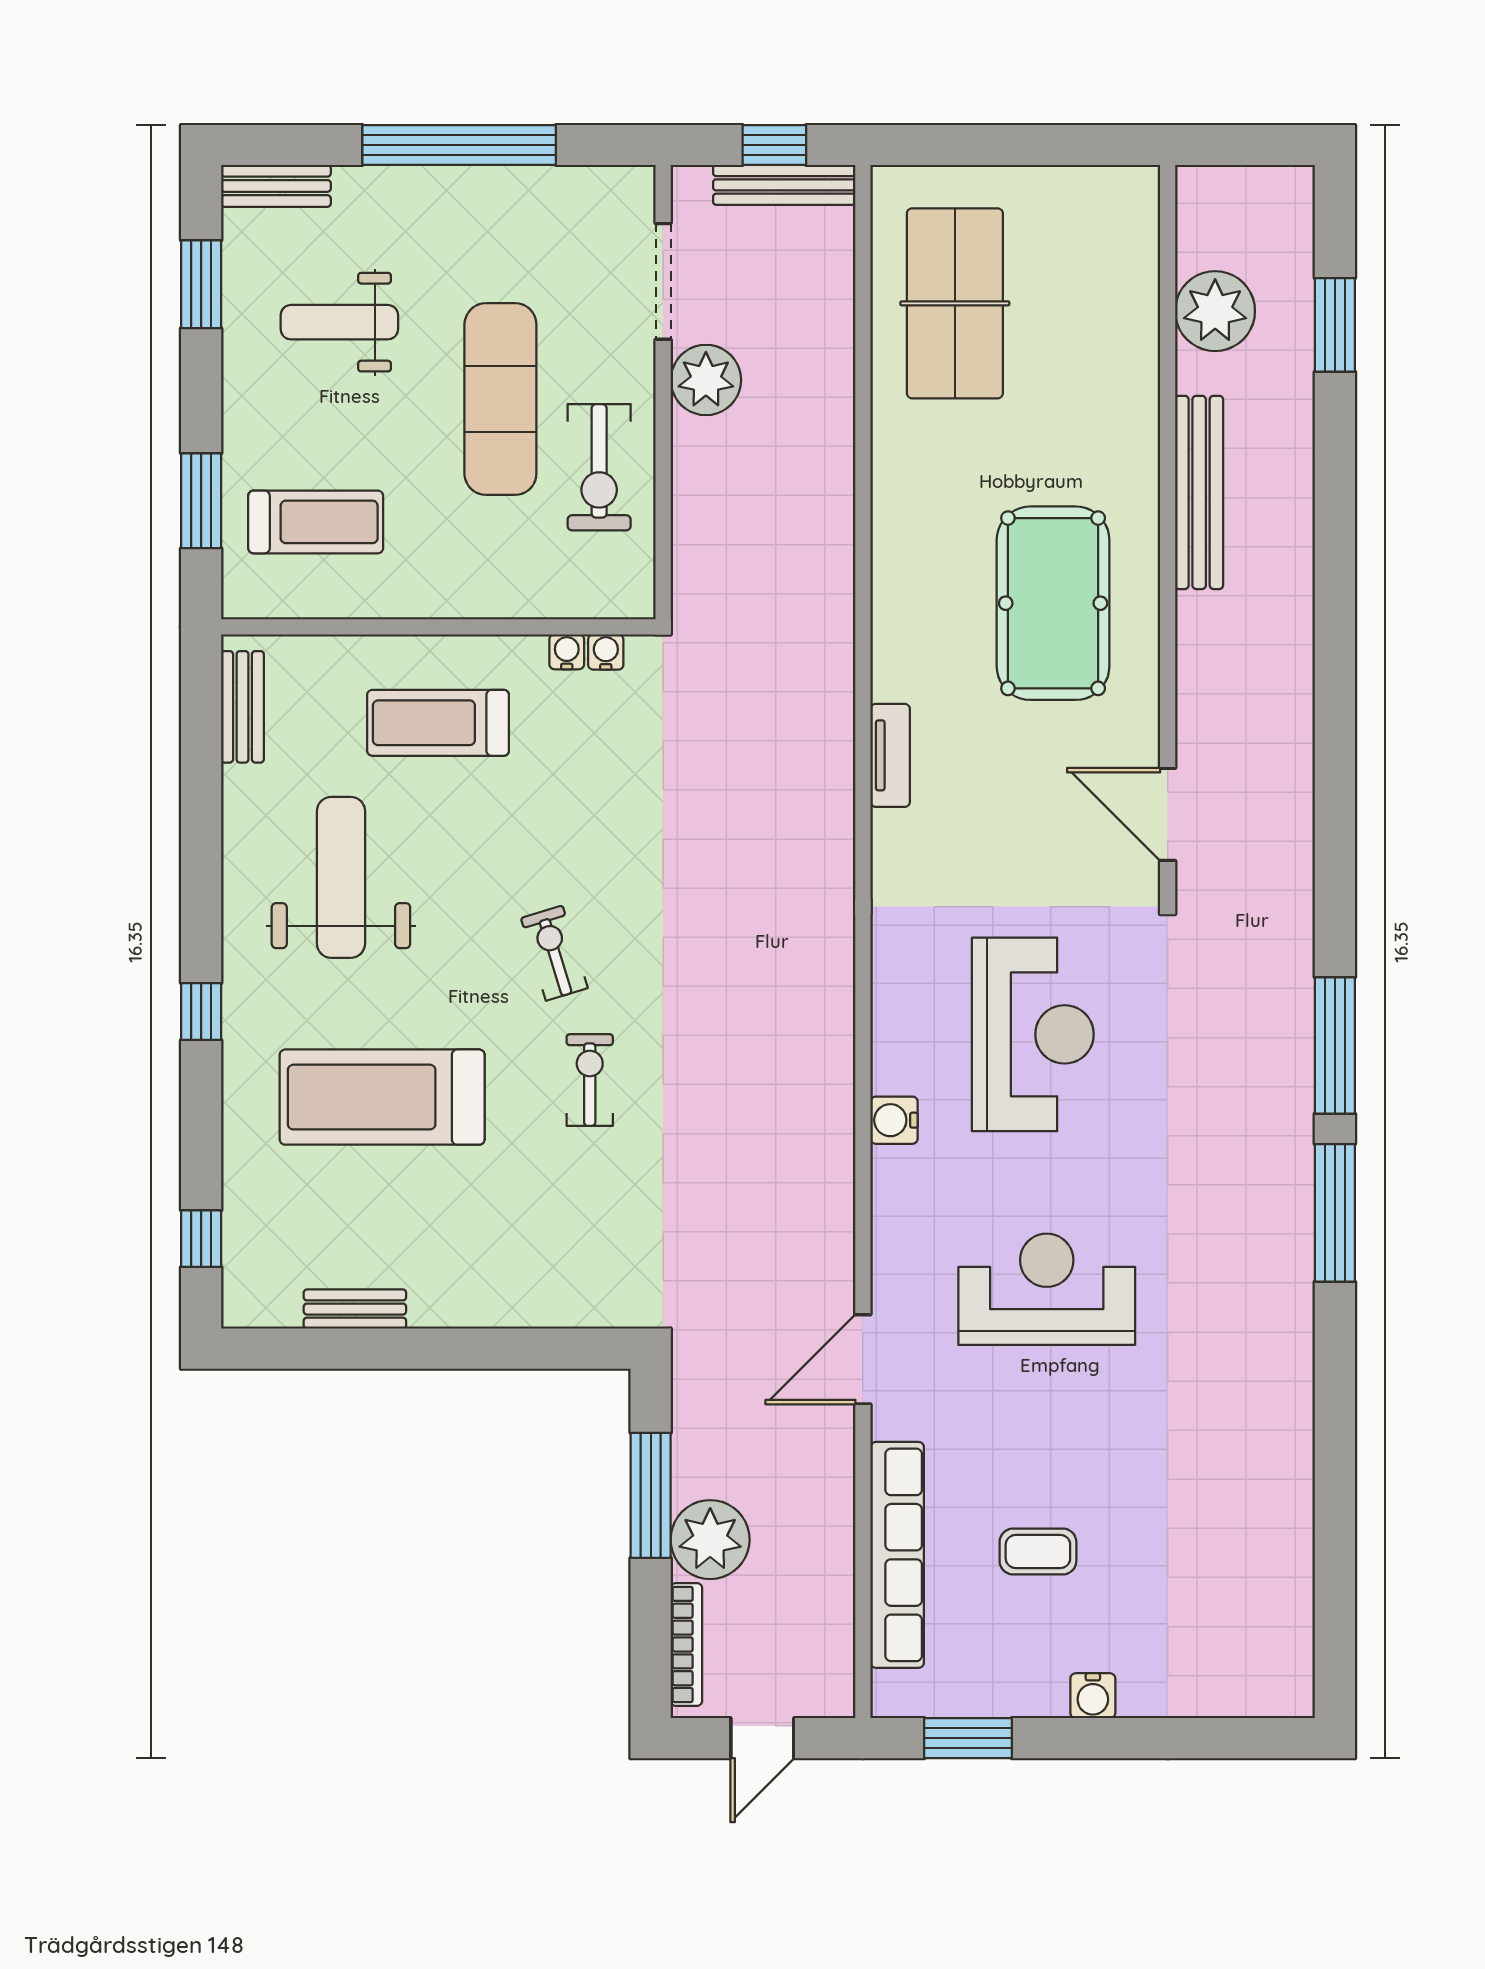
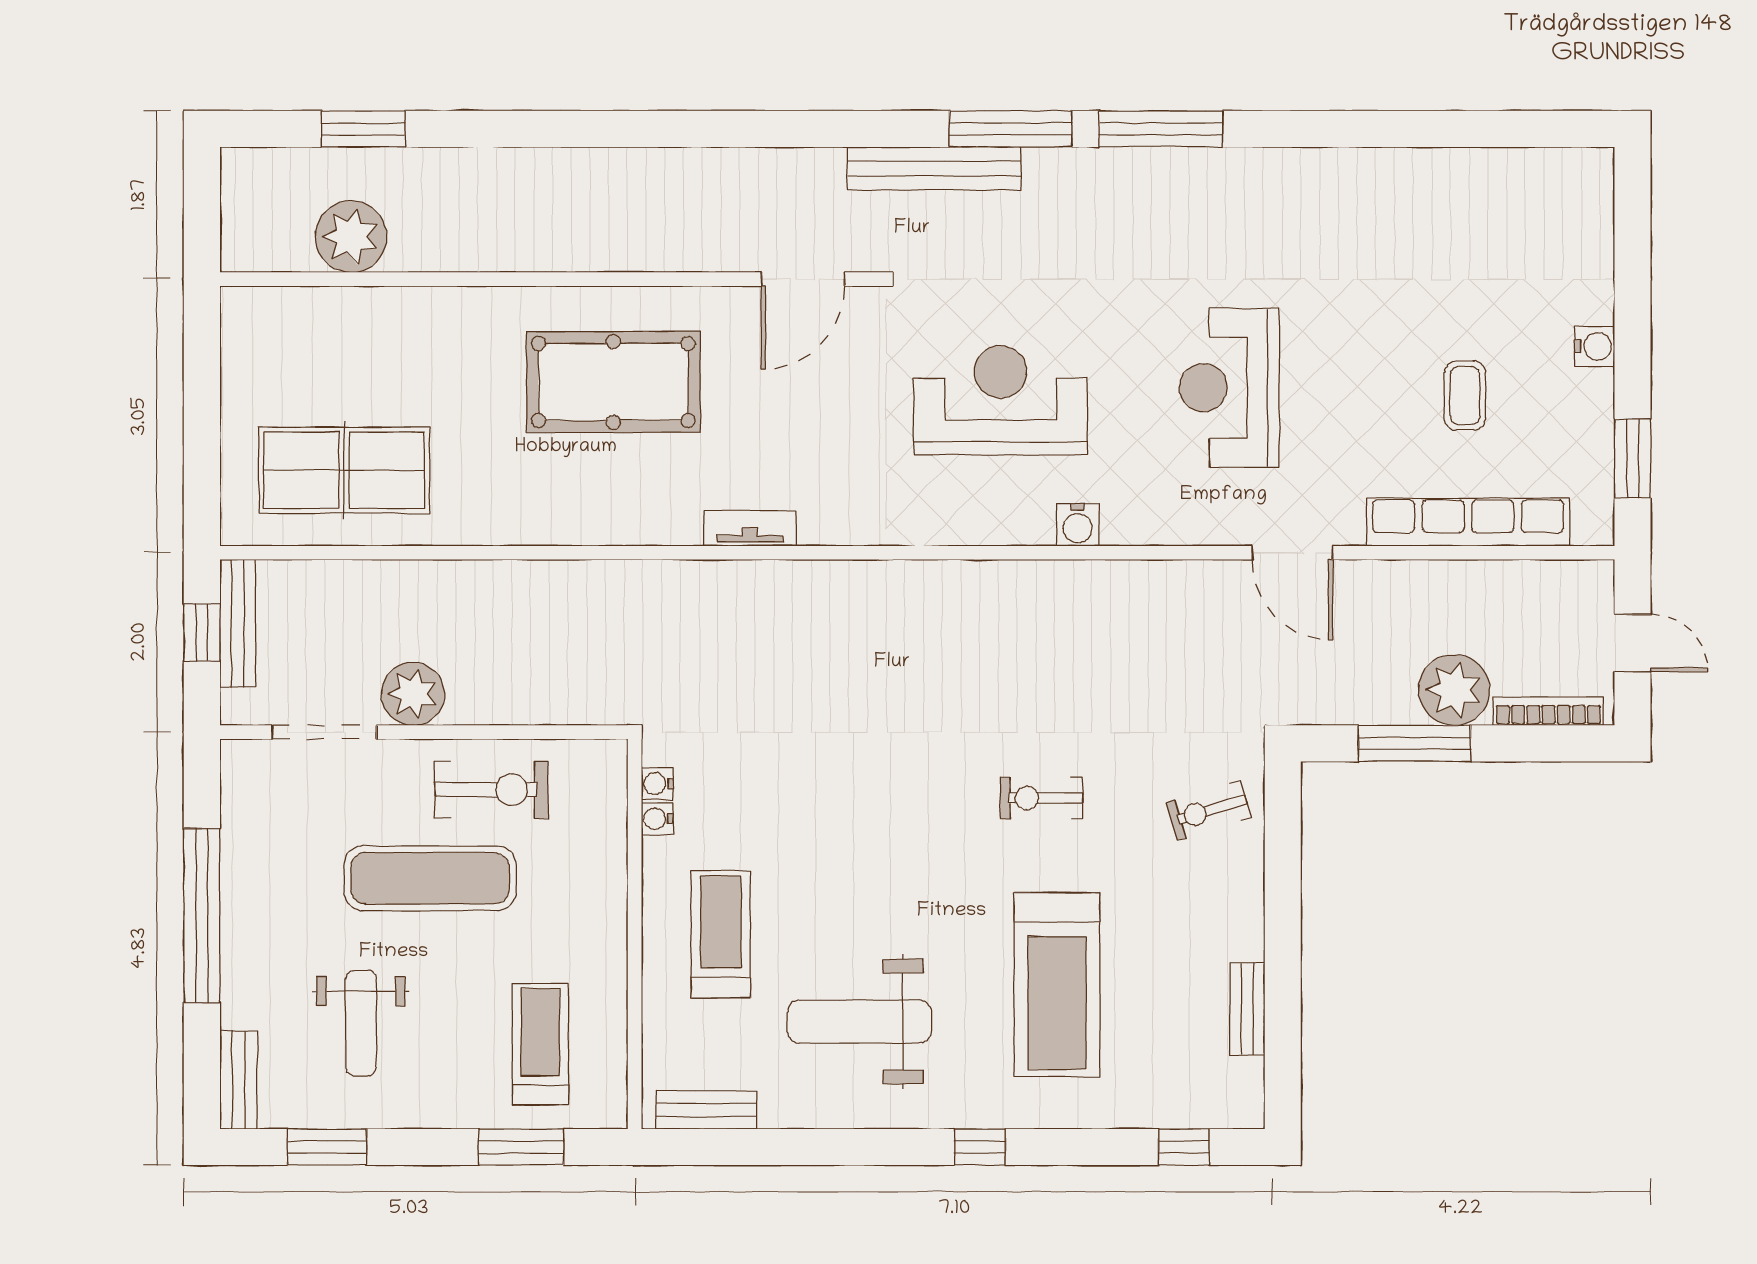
bench: (1199, 492) -> (934, 168), moved
treadmill: (438, 723) -> (721, 934), turned 180
exercise bike: (554, 953) -> (1209, 810), moved

